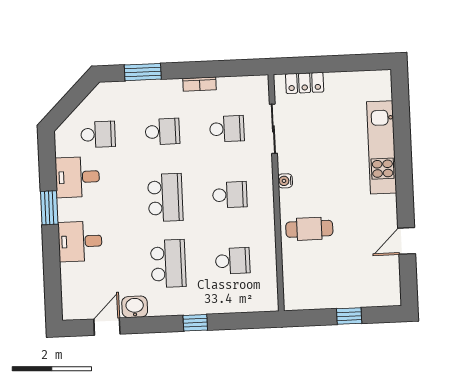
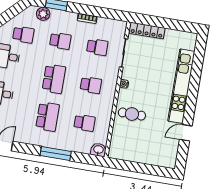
locker: (305, 83) -> (147, 31), width x1.53
plant: (124, 92) -> (43, 14), added
kitchen unit: (382, 147) -> (181, 86), width x1.36
washbasin: (135, 307) -> (98, 150), moved
window: (349, 316) -> (144, 168), removed
window: (195, 323) -> (56, 154), width x2.17

